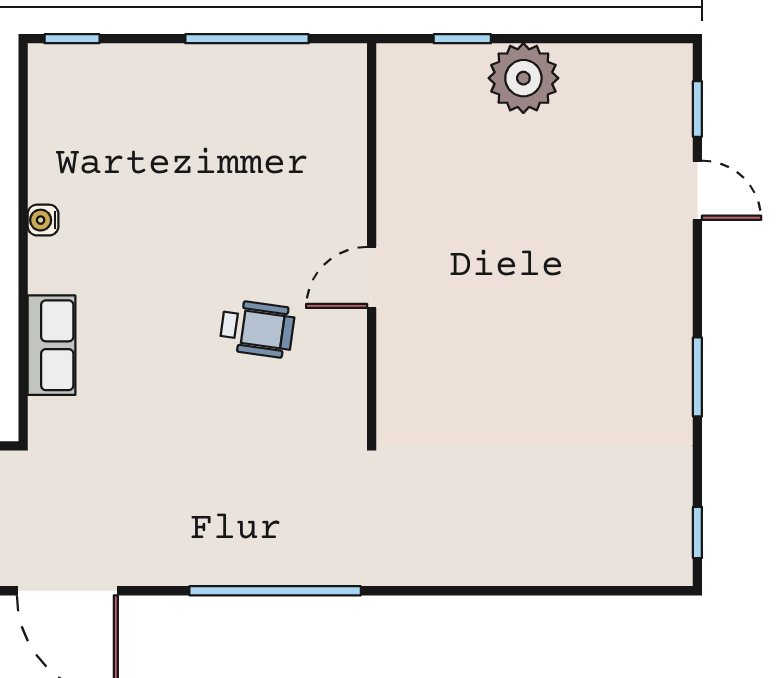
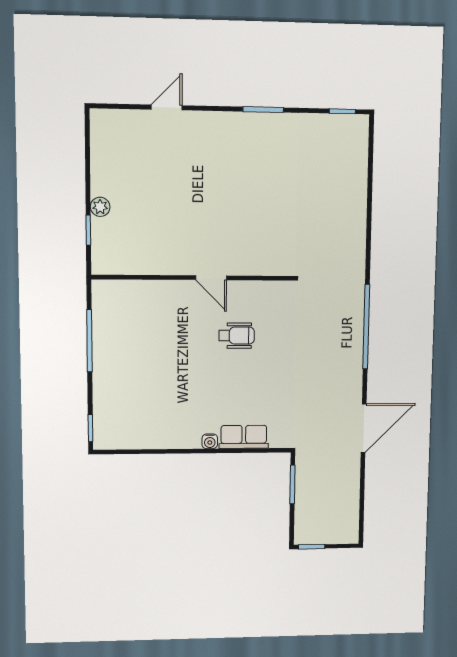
plant: (523, 78) -> (100, 207), width x0.53, depth x0.53
window: (697, 109) -> (124, 107), removed
water cooler: (43, 220) -> (210, 441), moved
wheelchair: (257, 329) -> (237, 336), turned 82

